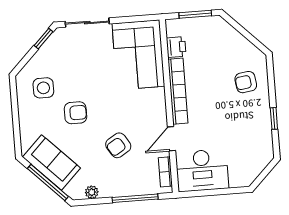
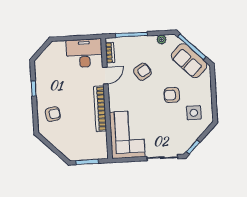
printer: (176, 47) -> (101, 139), removed

